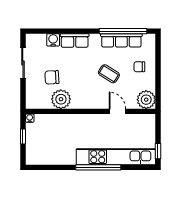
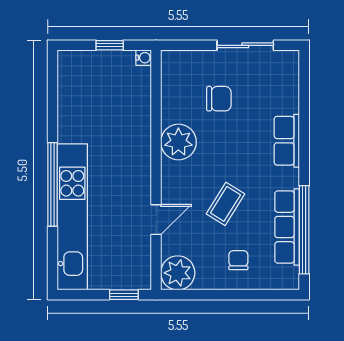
water cooler: (53, 40) -> (288, 101), removed
chair: (52, 77) -> (219, 99), turned 93
plant: (61, 99) -> (178, 142), moved
window: (158, 151) -> (124, 295), moved

